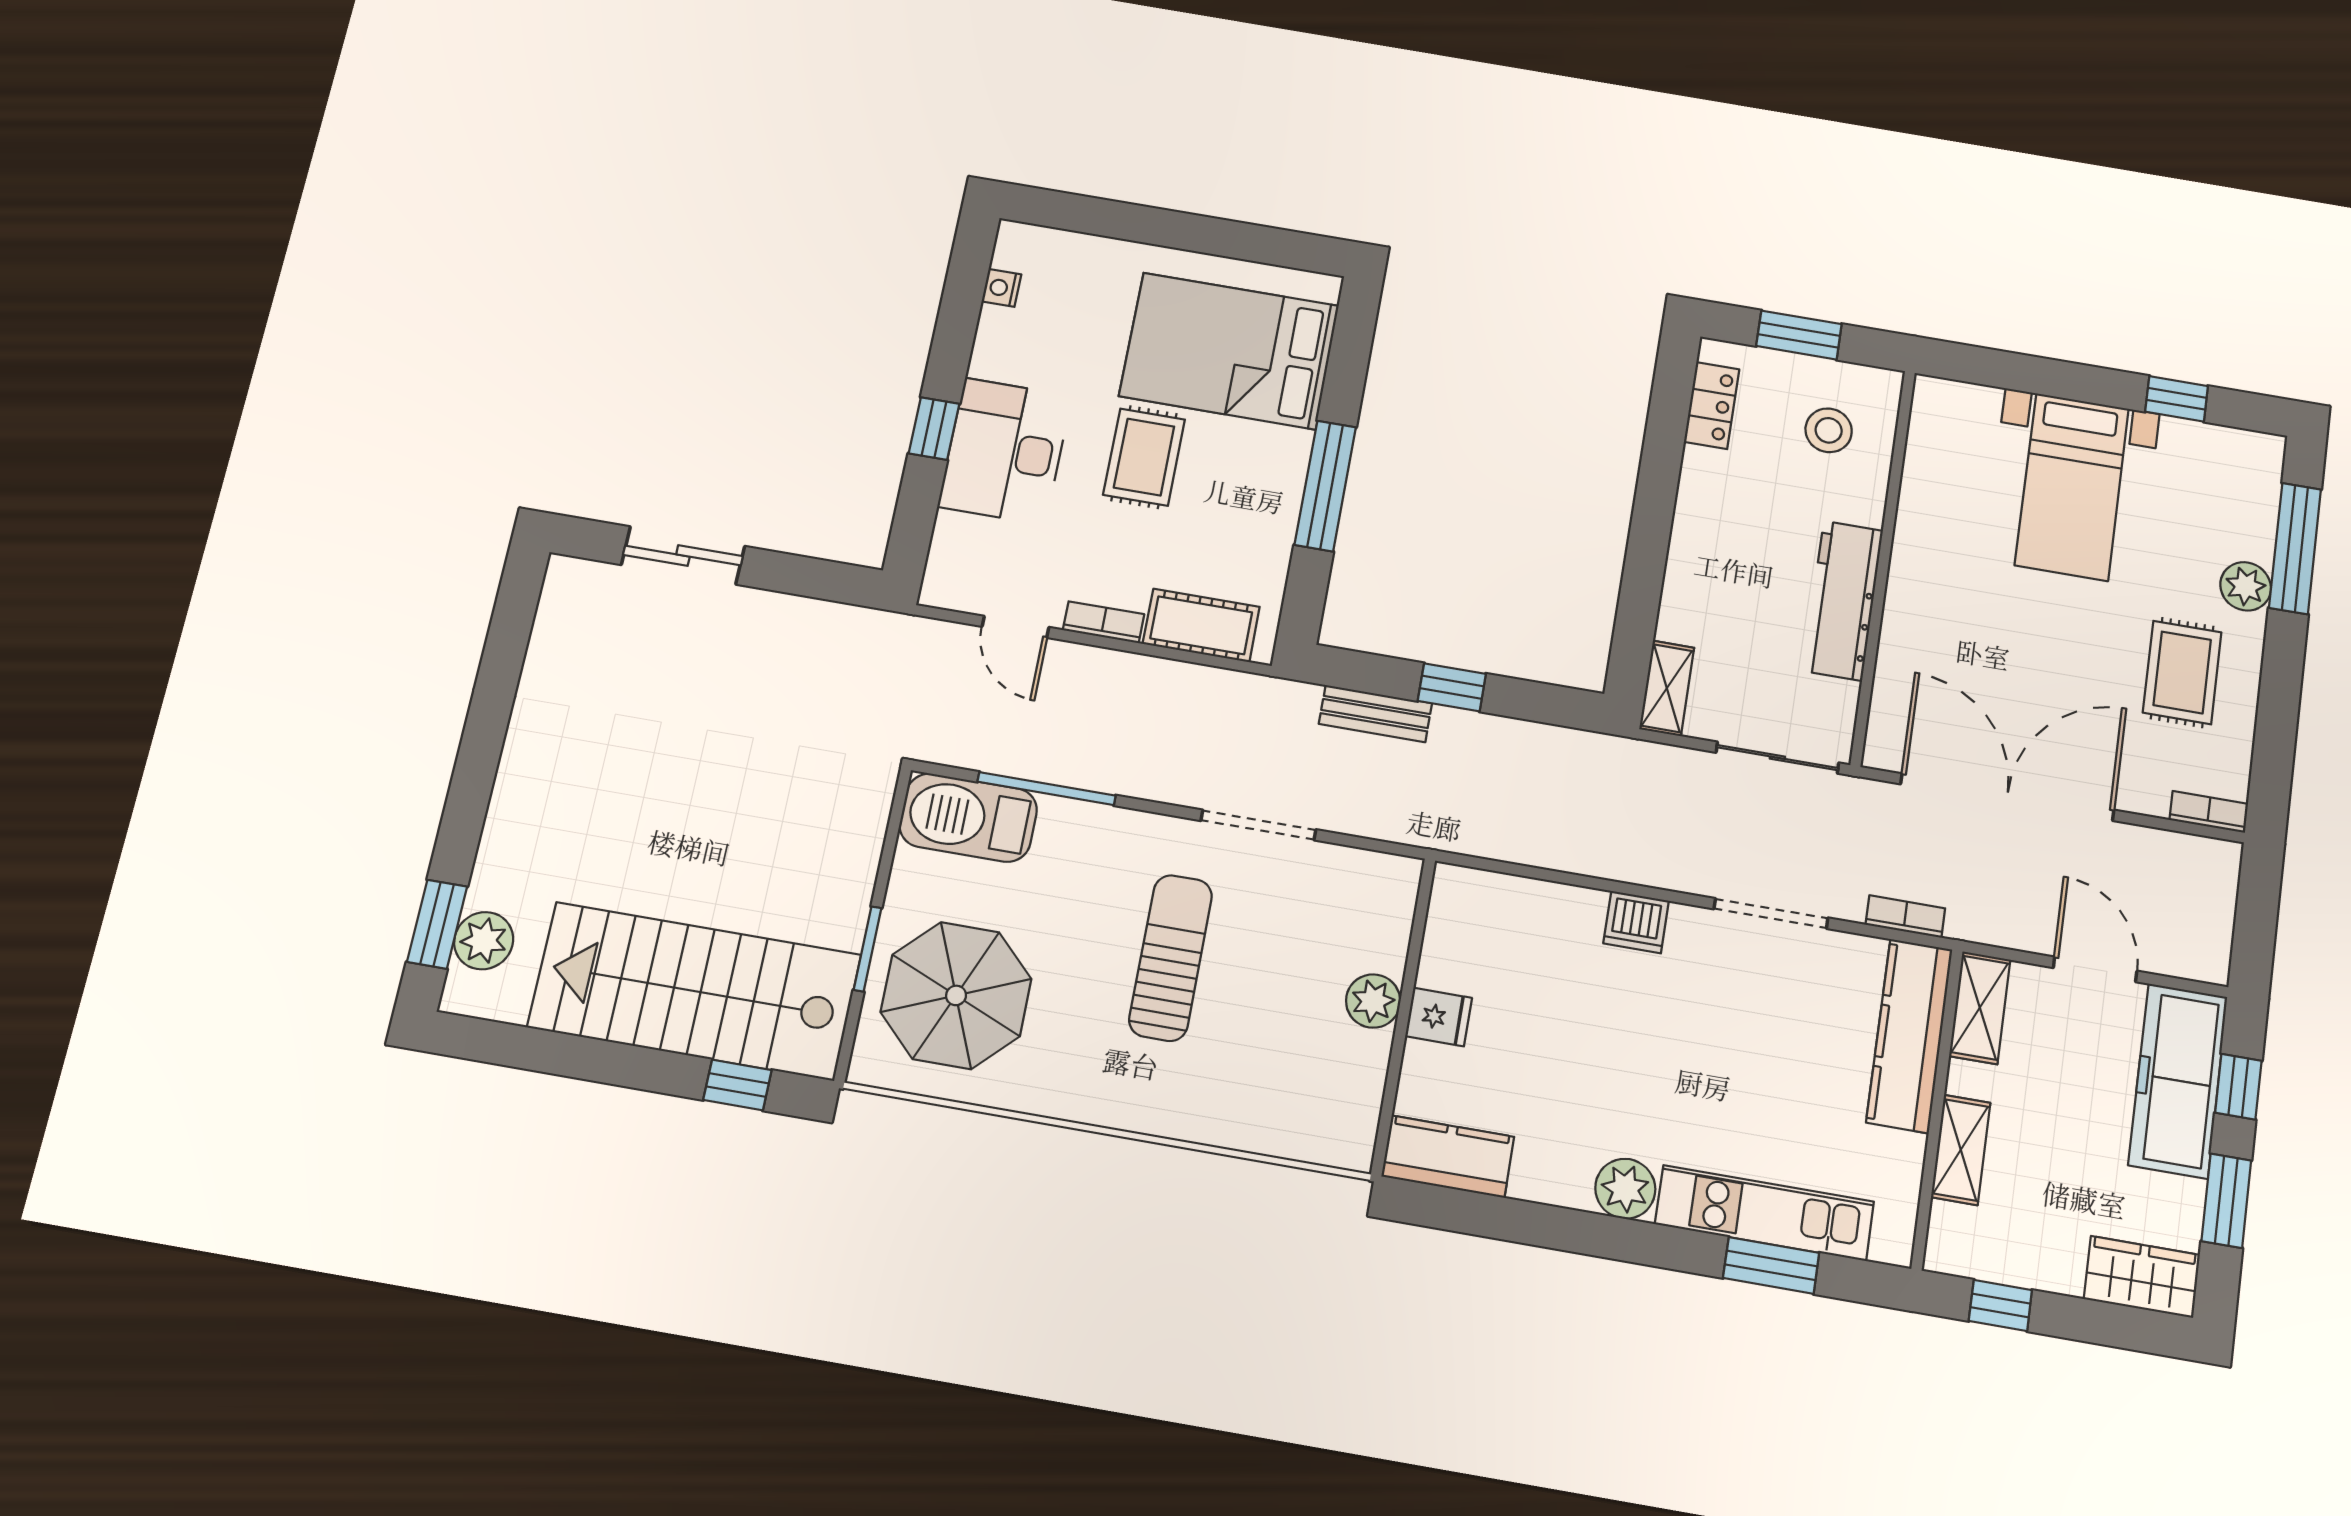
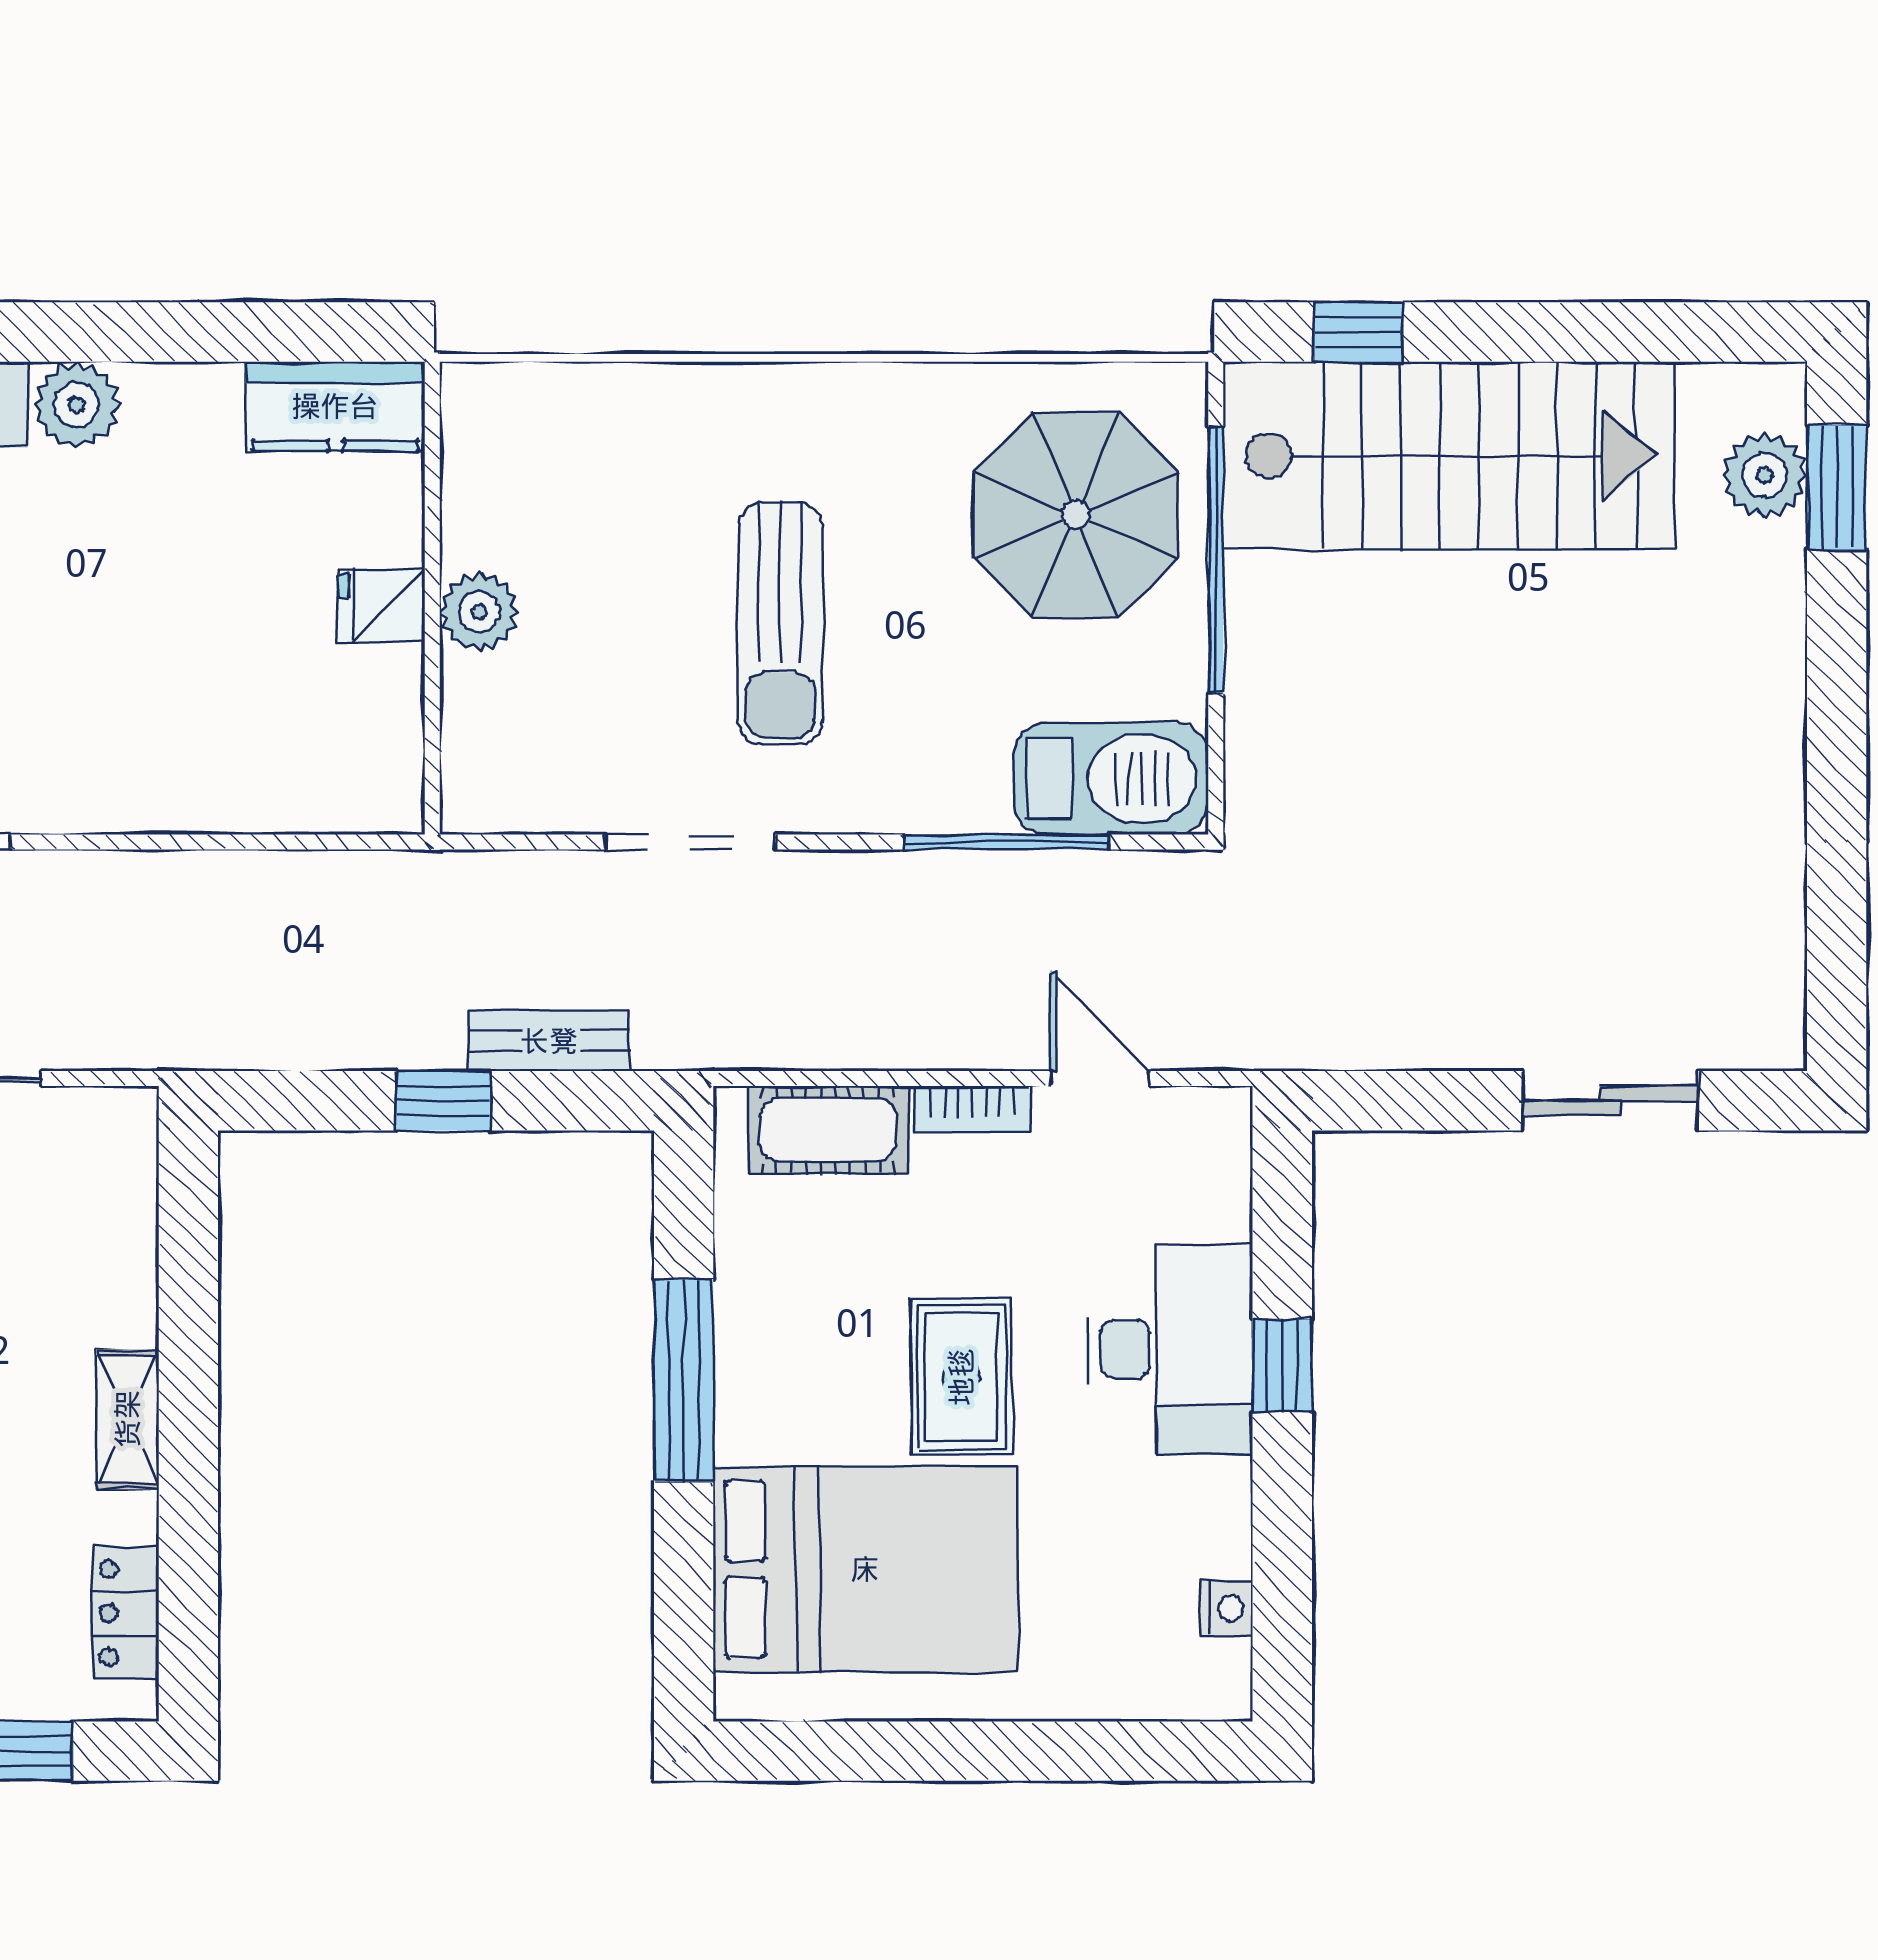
shelving: (1667, 688) -> (127, 1419), moved
dishwasher: (1636, 922) -> (120, 795), removed
window: (868, 949) -> (1216, 560), width x2.11

